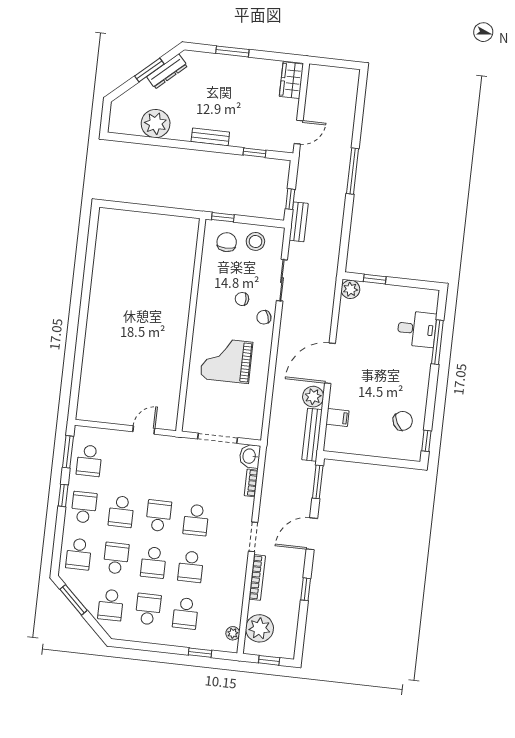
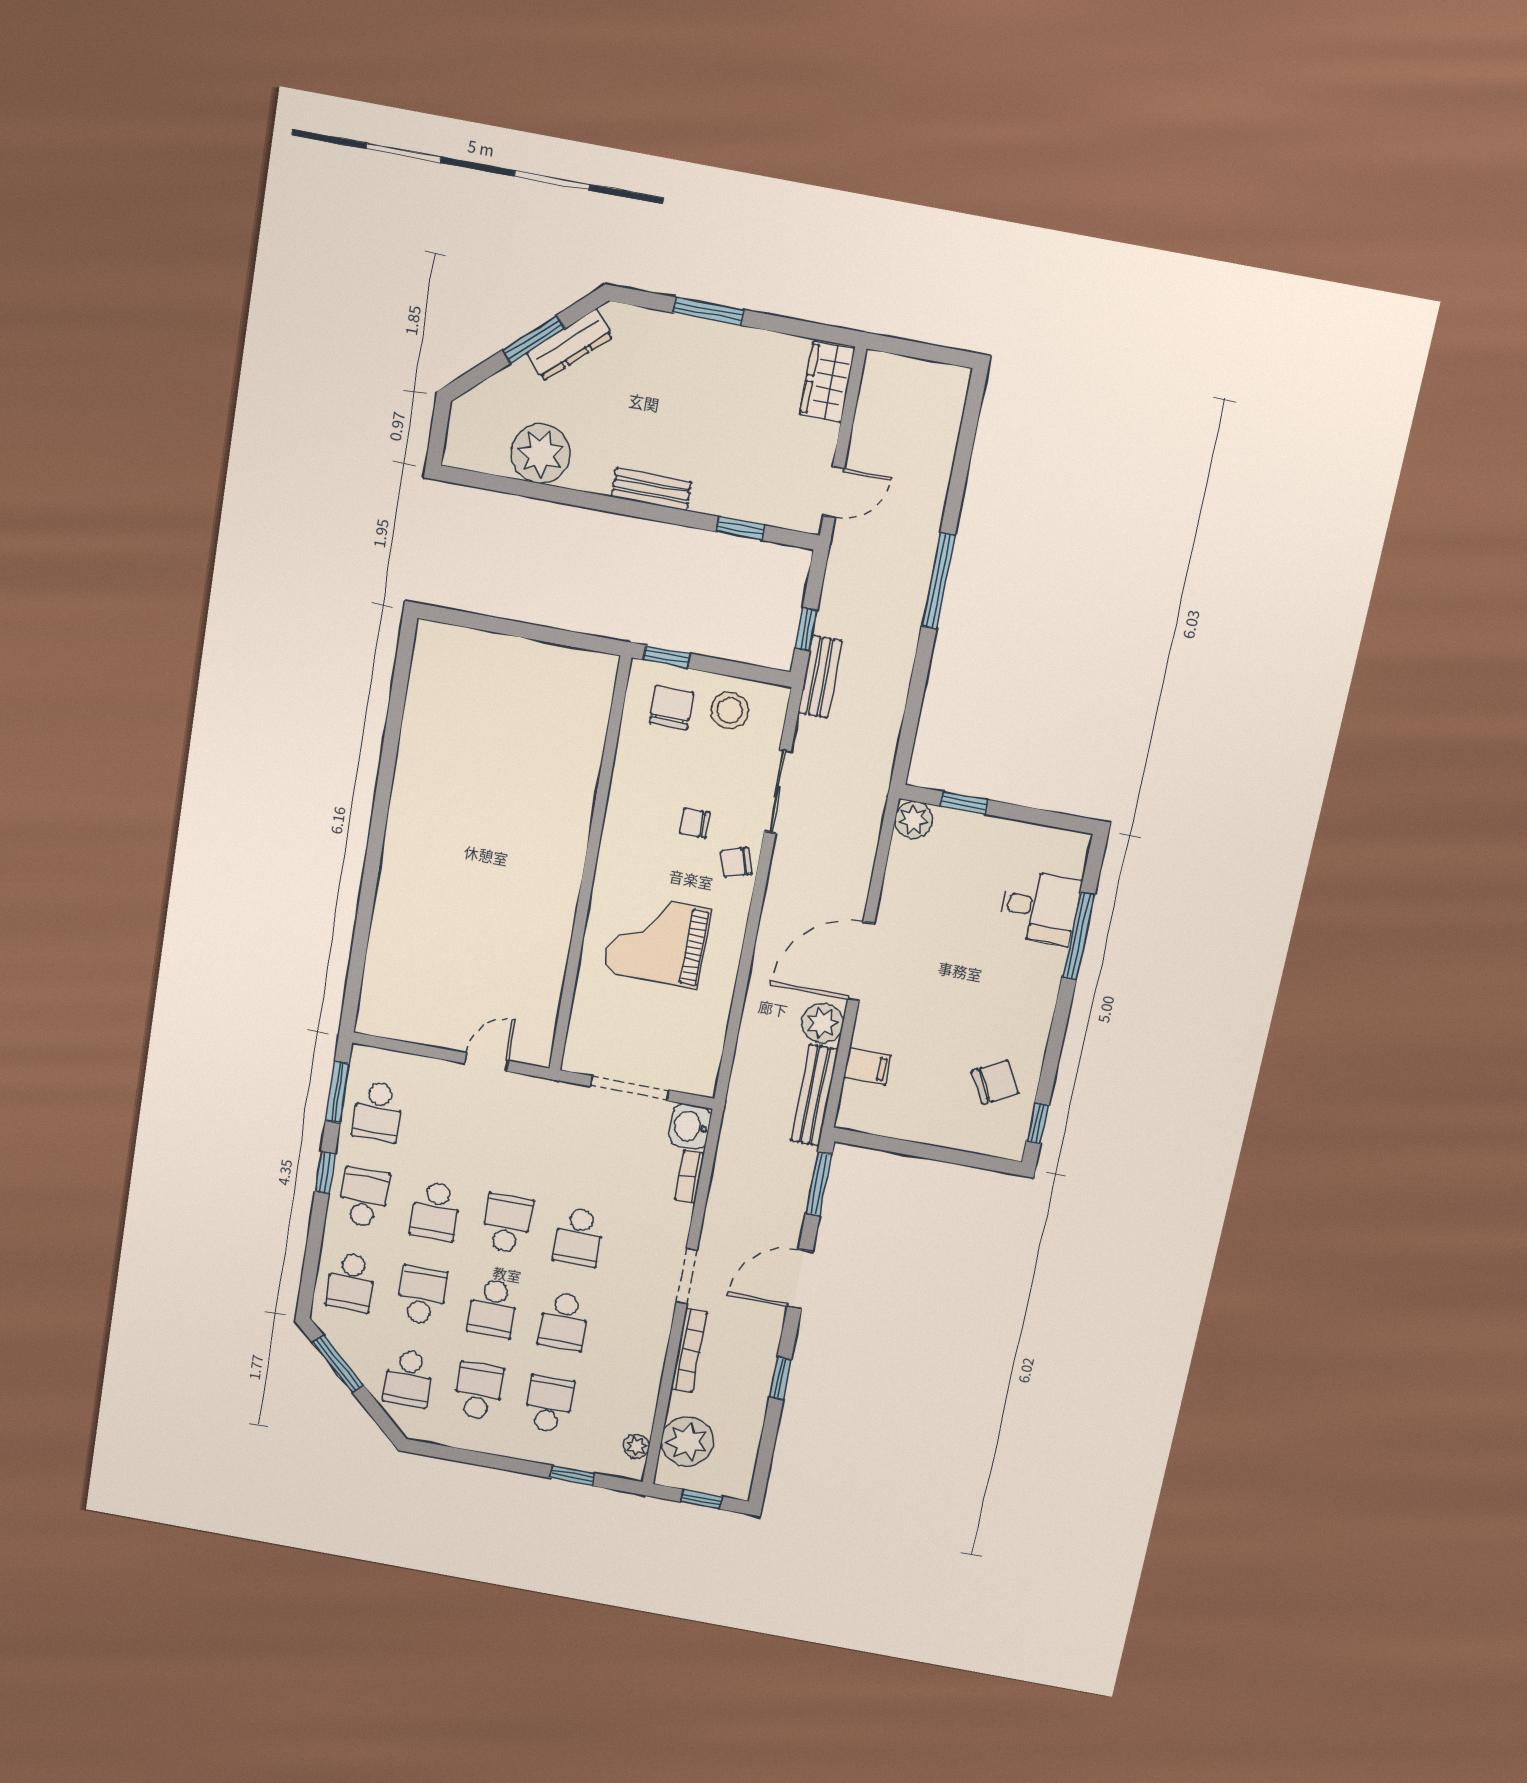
school desk: (185, 613) -> (549, 1404), turned 180

